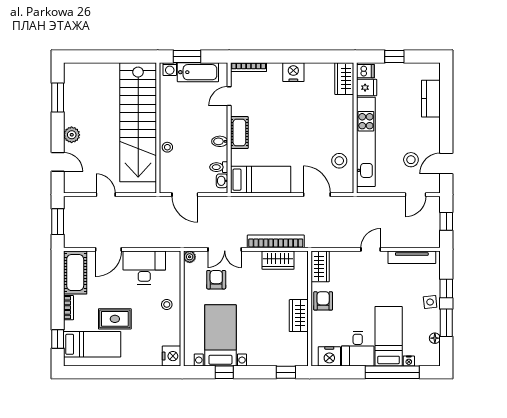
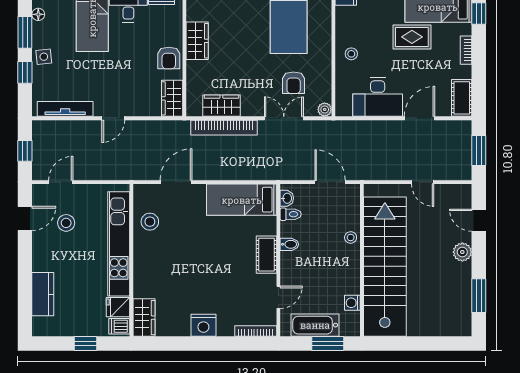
washing machine: (170, 69) -> (352, 303), moved, turned -90
door: (317, 195) -> (176, 182), swing flipped
cot: (75, 273) -> (462, 98), width x0.73, depth x0.75

